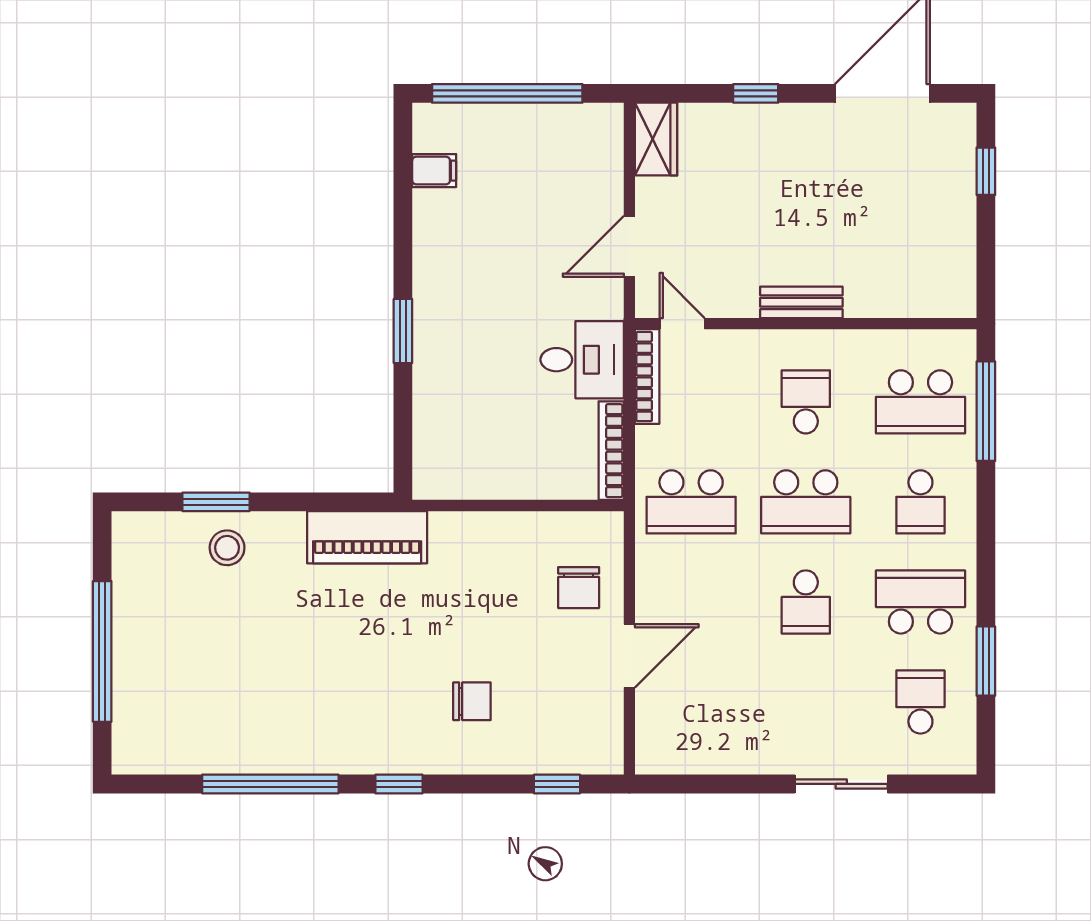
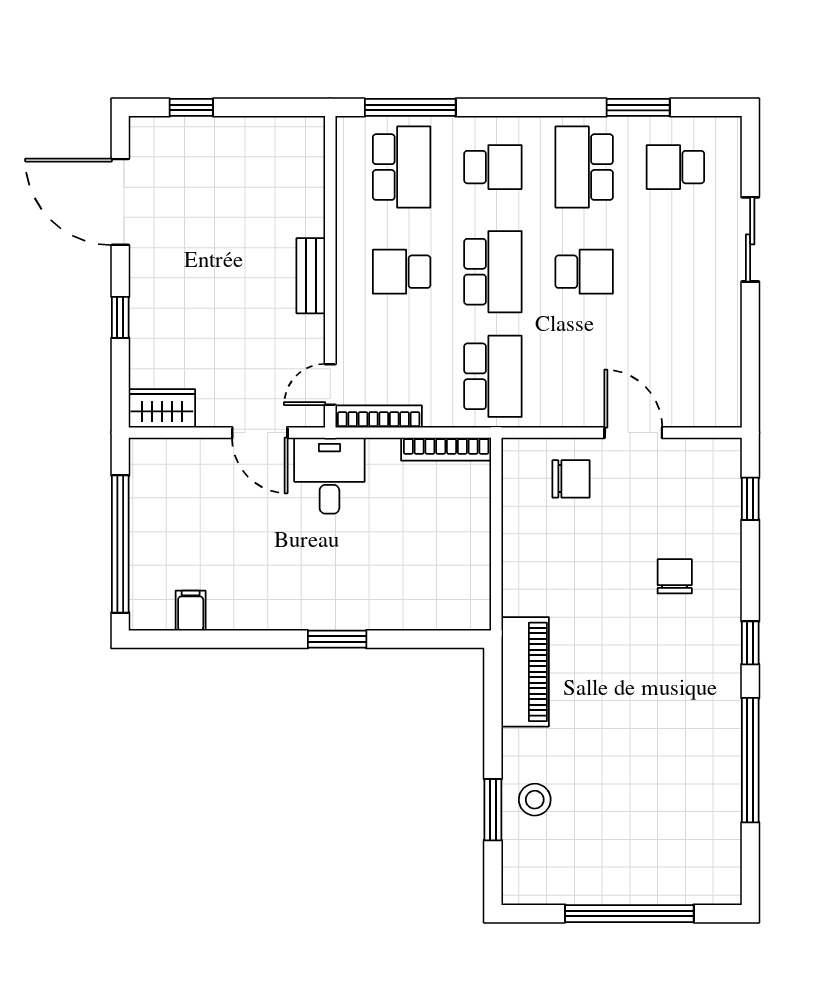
desk: (582, 360) -> (329, 476), moved

